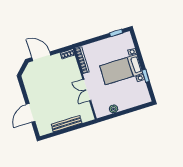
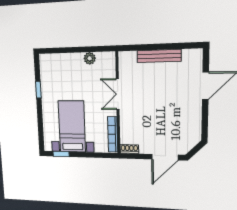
door: (41, 56) -> (165, 157), hinge flipped
bed with nightstands: (121, 69) -> (72, 126), moved, turned -90
double door: (87, 90) -> (118, 94), swing flipped

